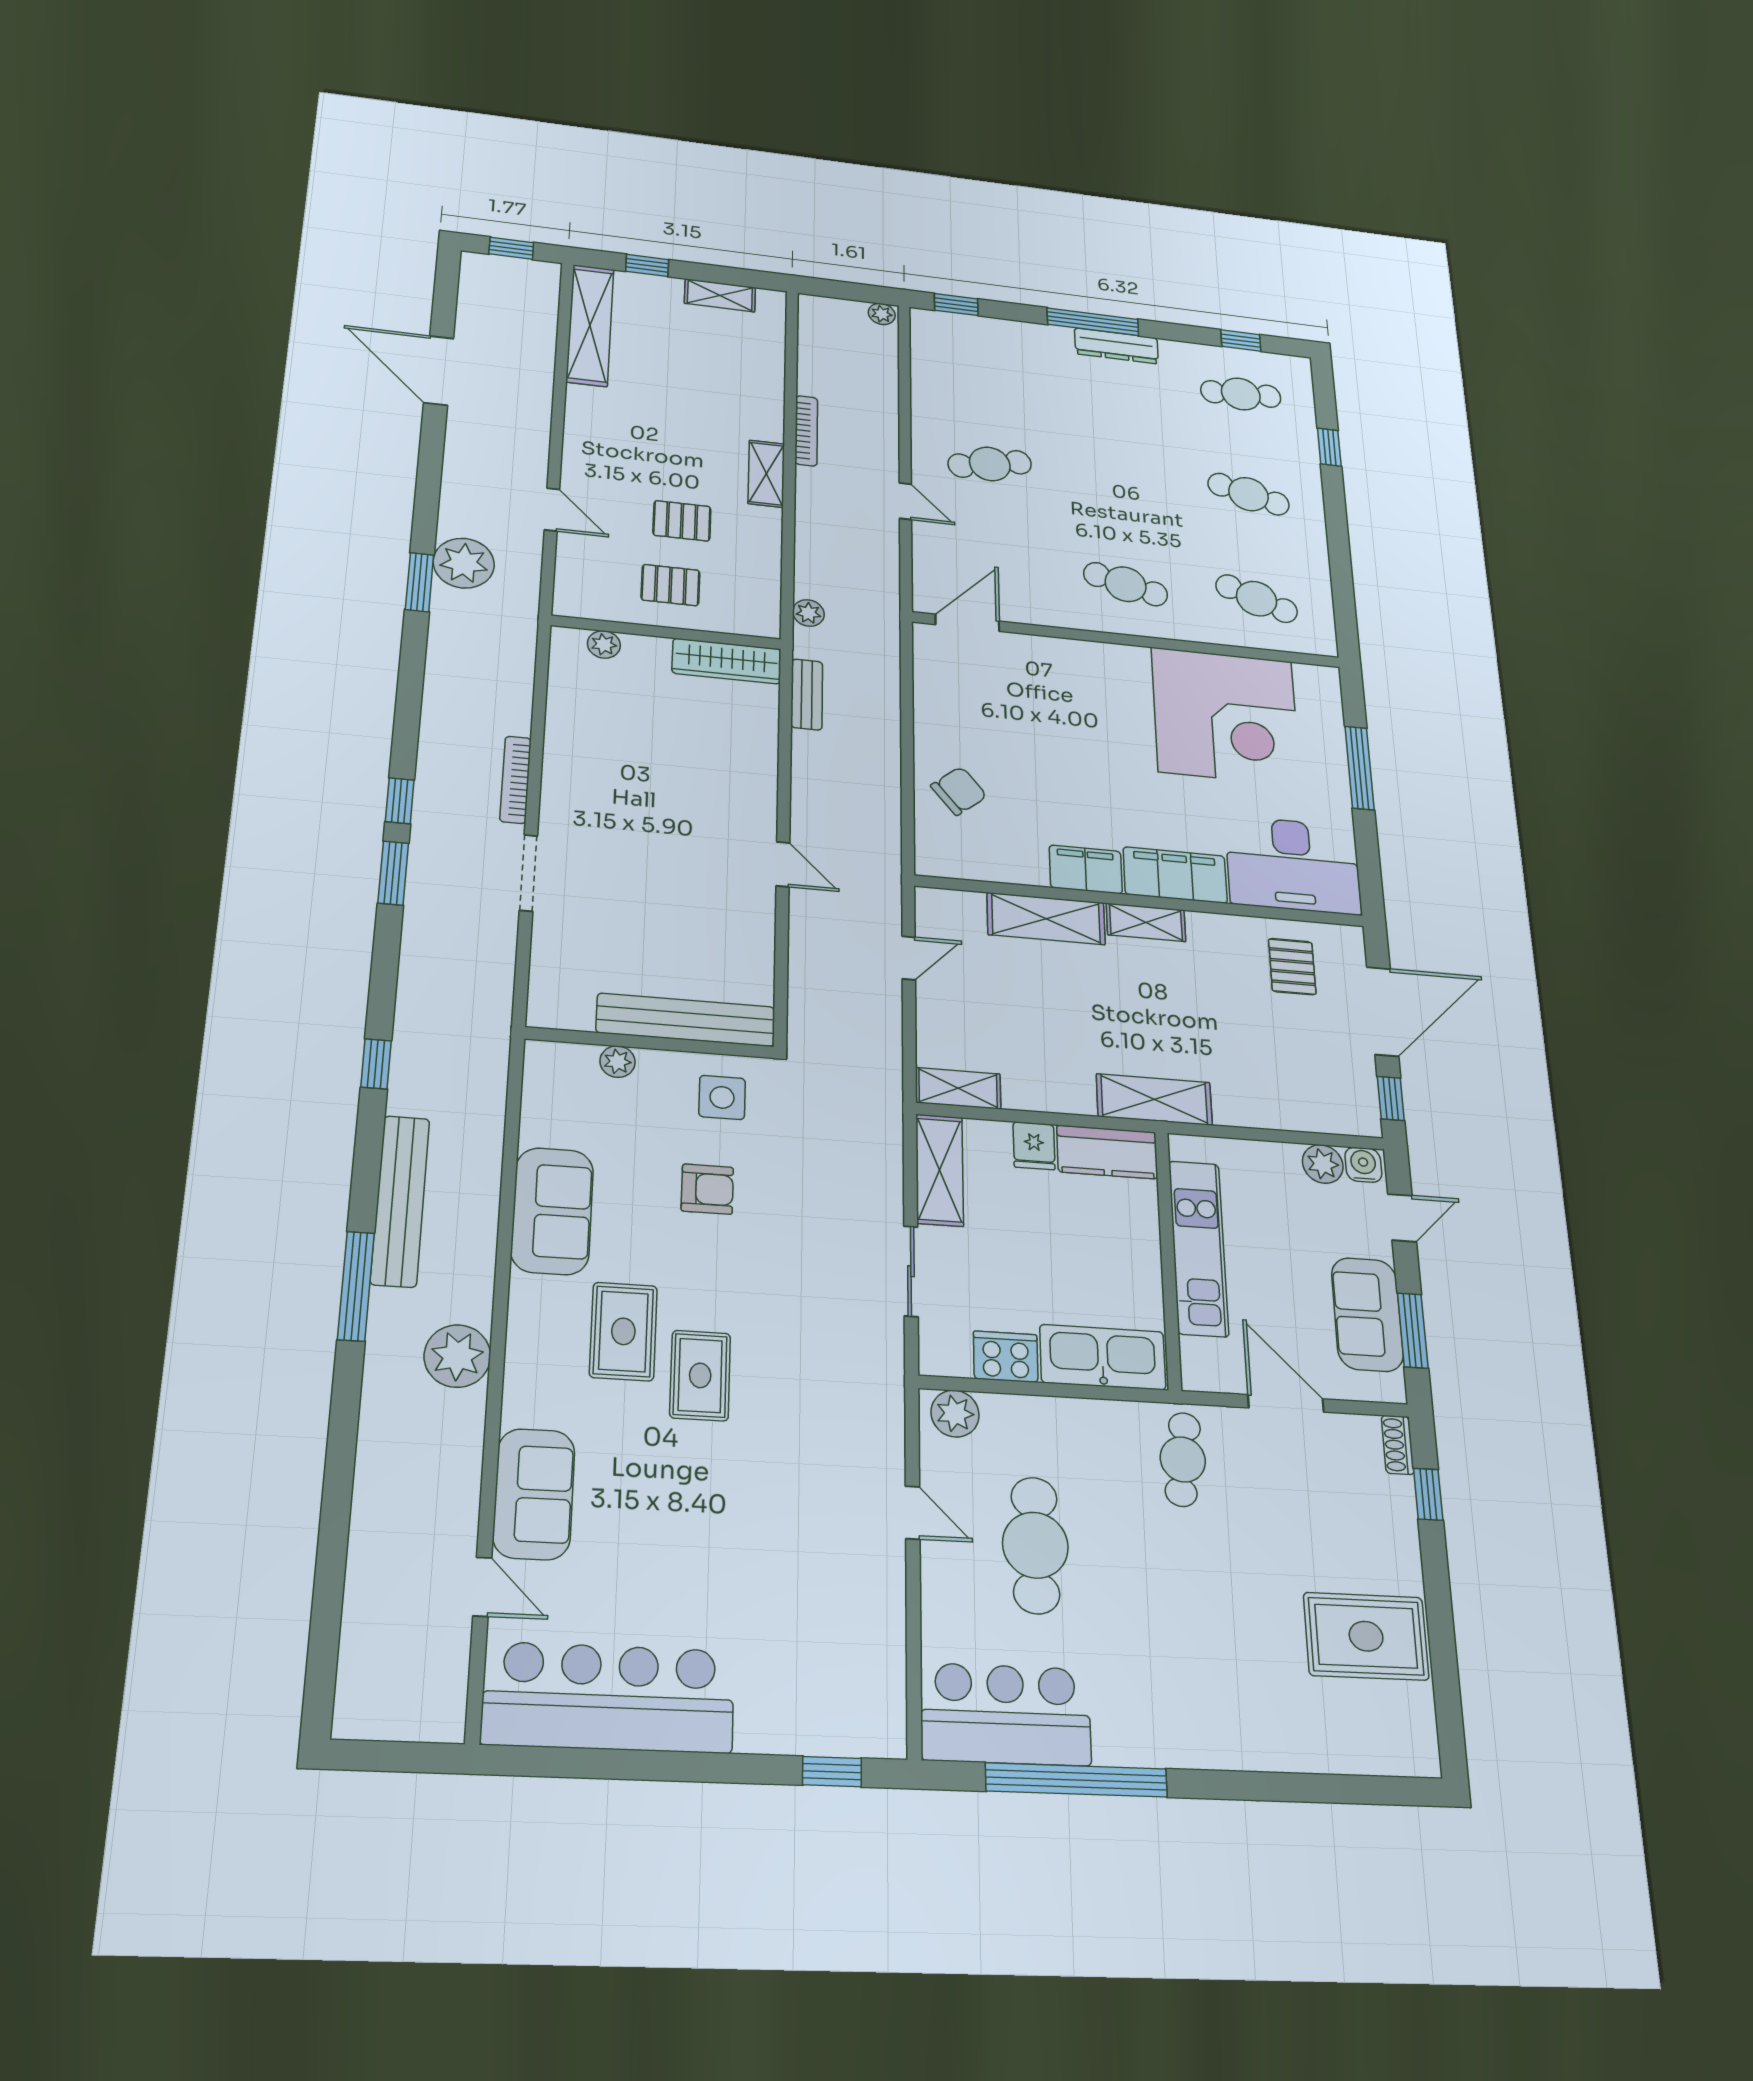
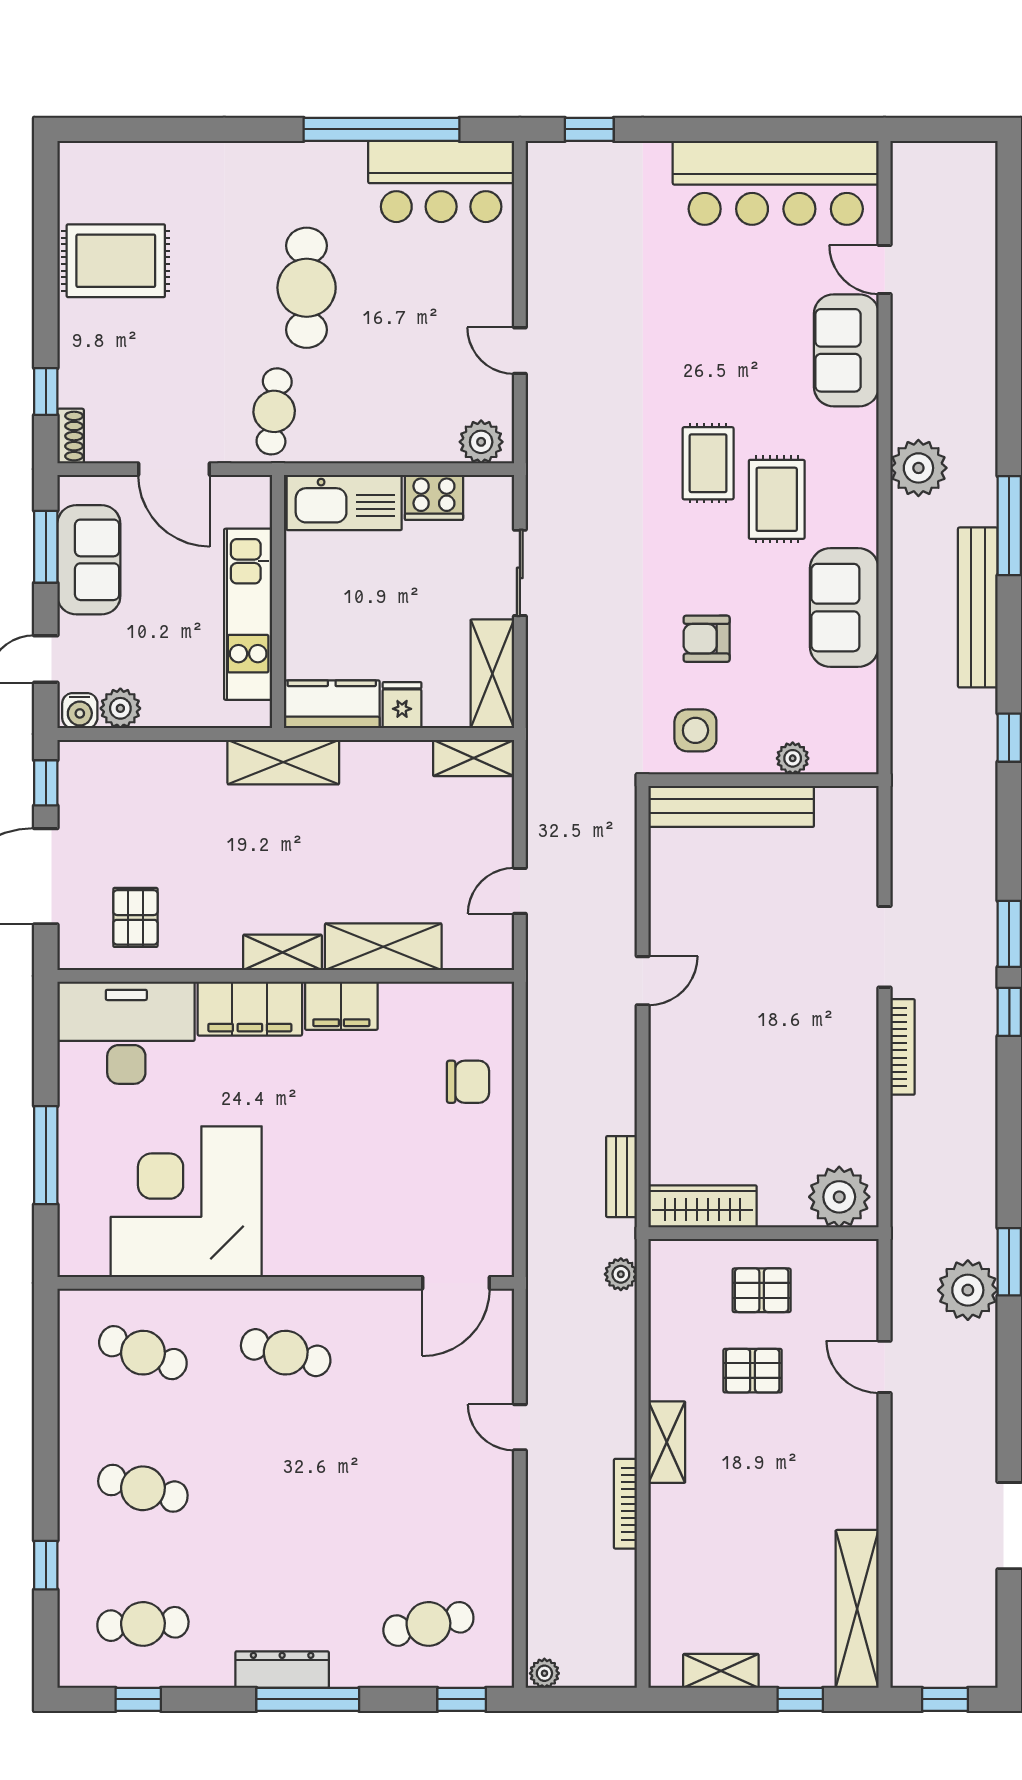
cafe table: (990, 464) -> (428, 1624), moved
plant: (604, 644) -> (839, 1197), width x1.88, depth x1.88
chair: (959, 791) -> (468, 1082), turned -141
door: (783, 864) -> (643, 981), swing flipped
cafe table: (1035, 1545) -> (307, 288), moved

